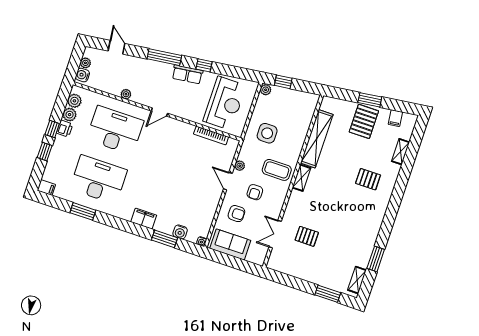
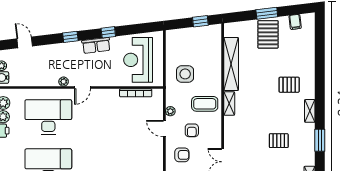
window: (164, 57) -> (70, 37), width x0.46
window: (283, 82) -> (200, 21), moved
plant: (266, 90) -> (171, 36), removed
plant: (126, 94) -> (64, 82), moved
reception desk: (225, 103) -> (138, 60), turned 180
shelving: (400, 152) -> (310, 111), moved
pallet: (307, 236) -> (279, 141), moved
window: (376, 259) -> (320, 140), moved

